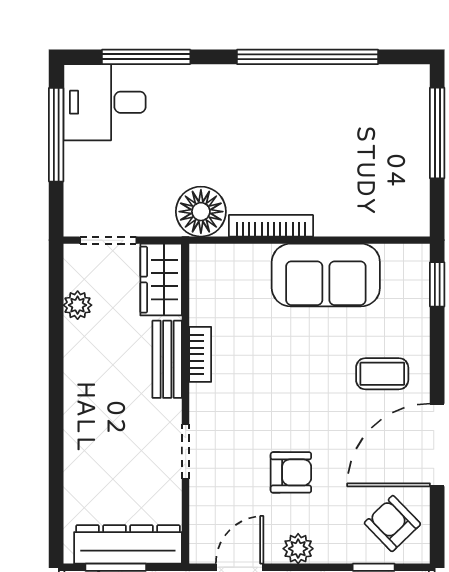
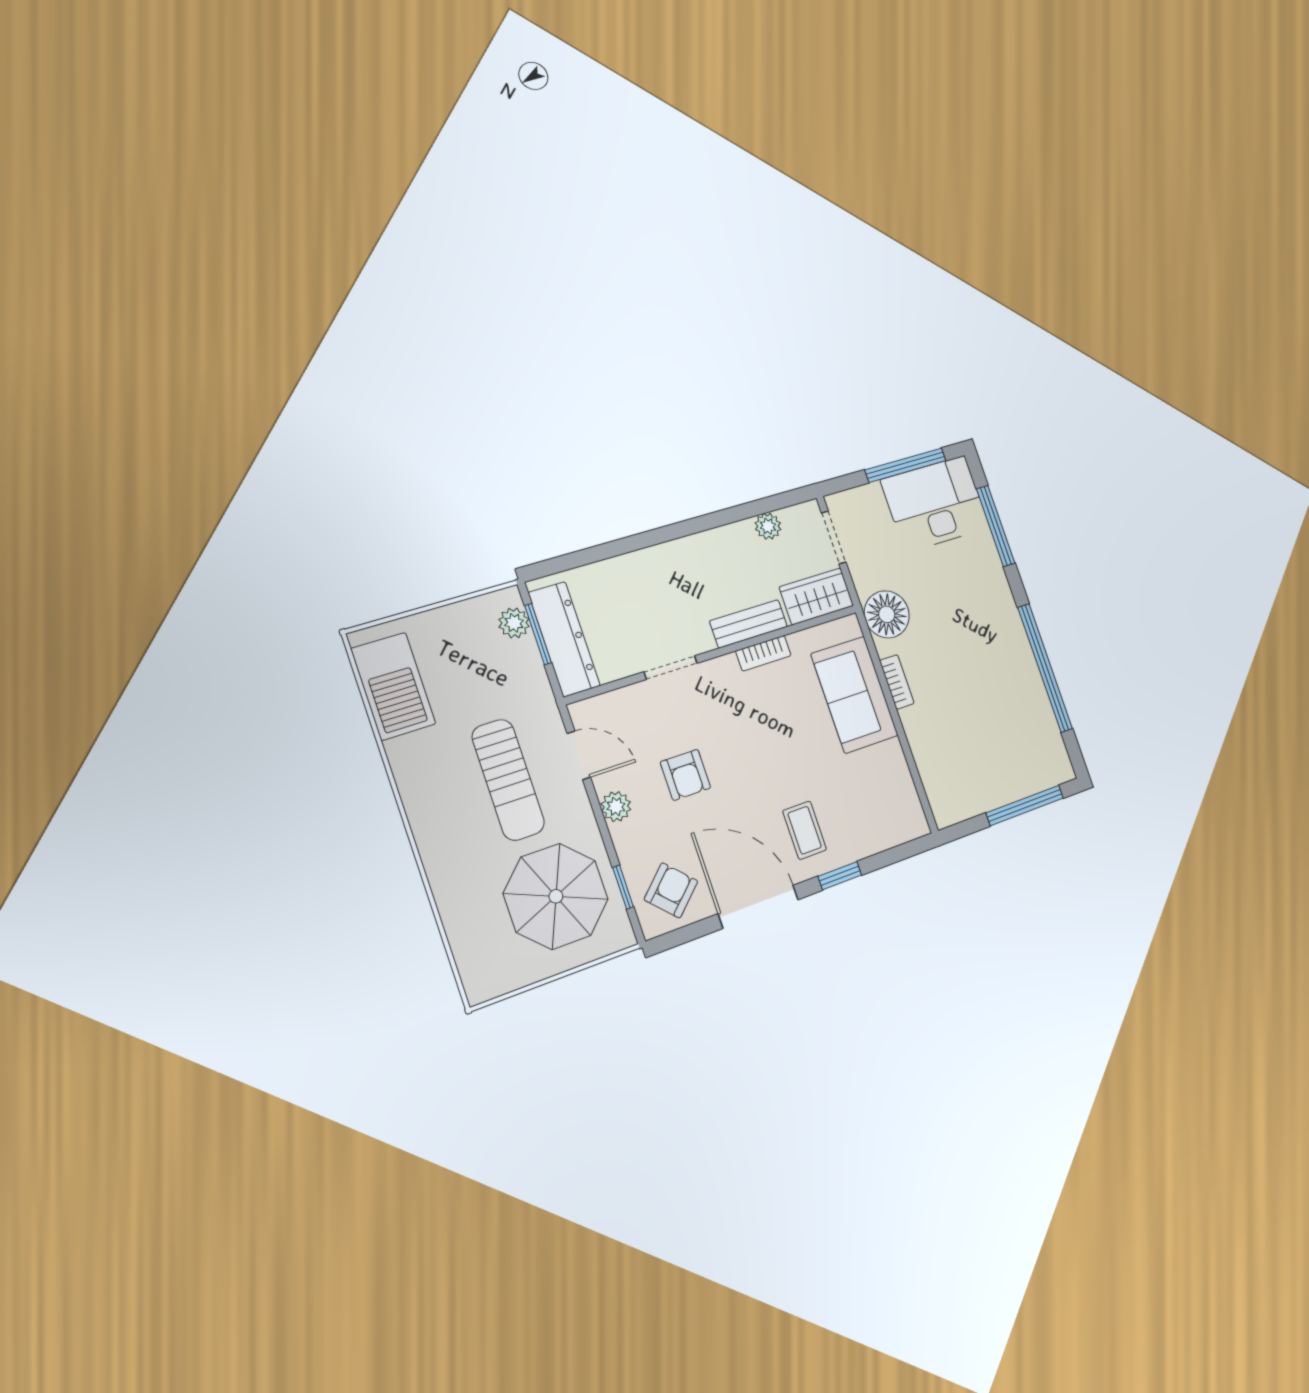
desk: (105, 102) -> (935, 504), width x1.37
bookcase: (271, 226) -> (897, 682), width x0.64
sofa: (326, 275) -> (855, 695), moved
window: (437, 284) -> (840, 876), moved

